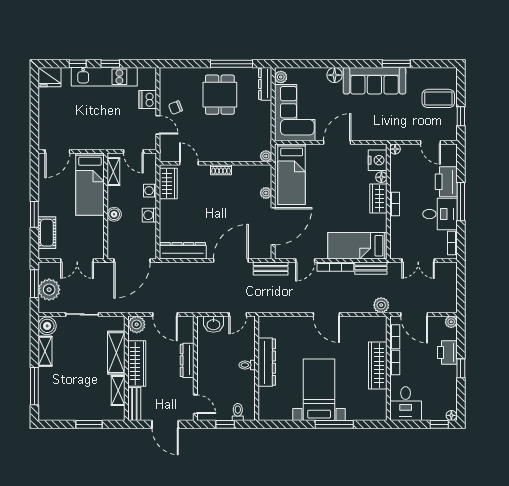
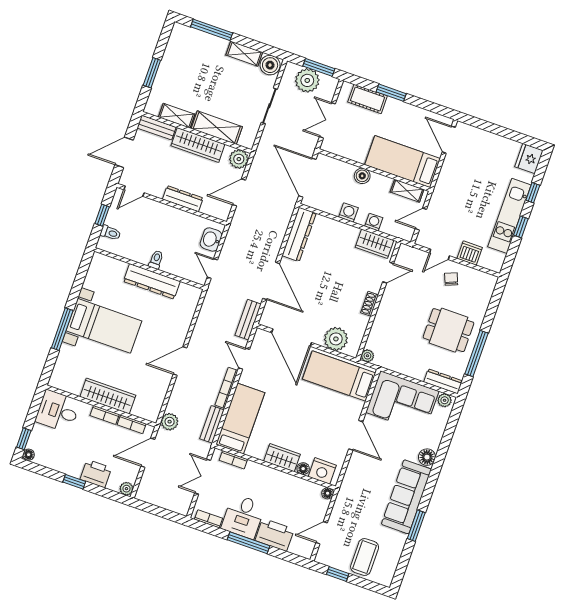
plant: (266, 193) -> (336, 339), width x1.87, depth x1.87
bookcase: (395, 204) -> (233, 460), moved

